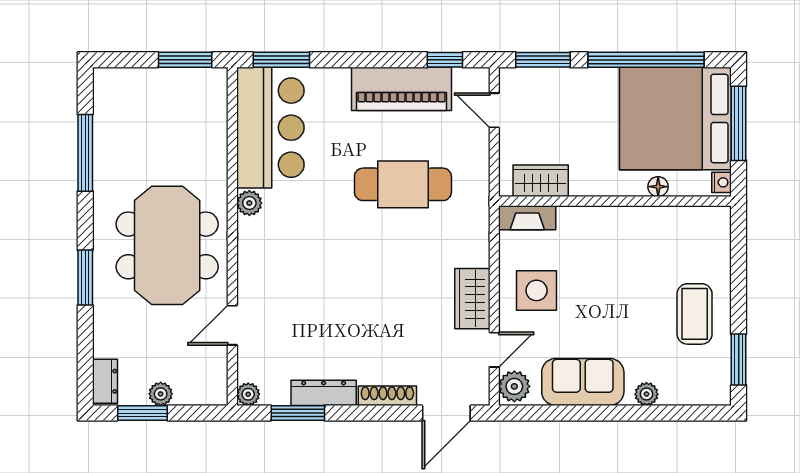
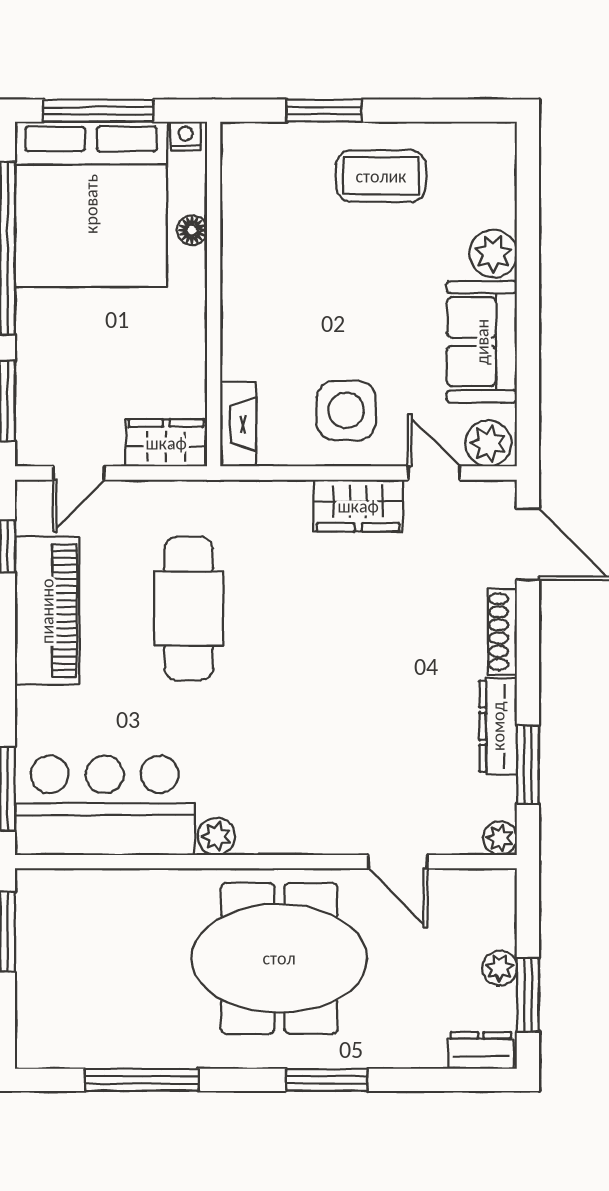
wardrobe: (541, 181) -> (166, 443), moved, turned 90
window: (739, 360) -> (324, 111), moved
plant: (646, 394) -> (493, 254), width x1.38, depth x1.38

